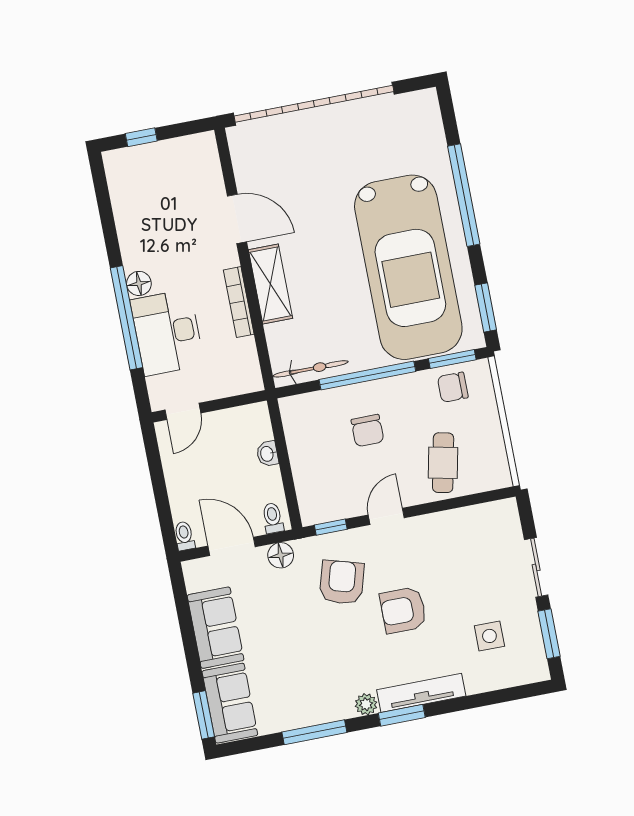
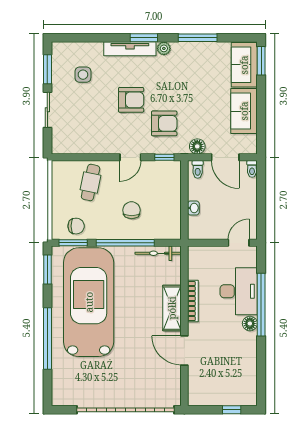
armchair: (342, 582) -> (164, 123), turned -106

